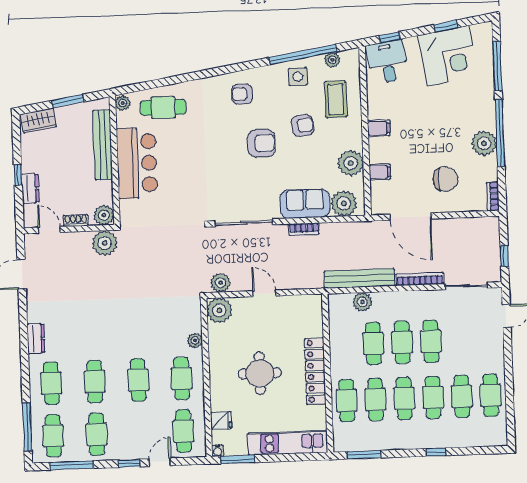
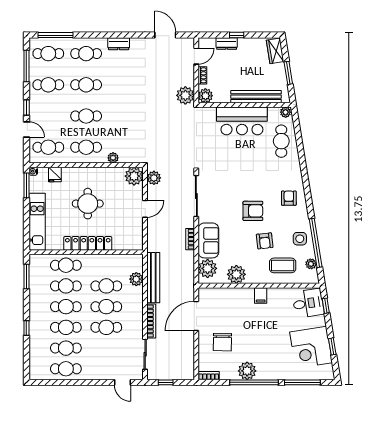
armchair: (262, 143) -> (253, 211), turned -90
filing cabinet: (380, 172) -> (229, 295), removed

